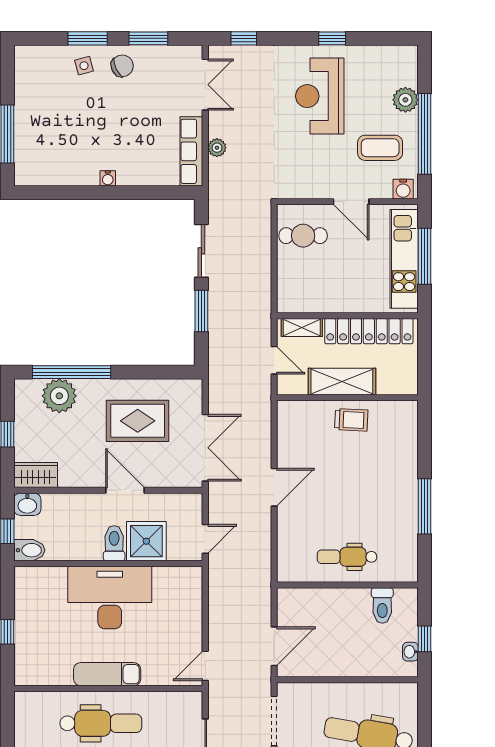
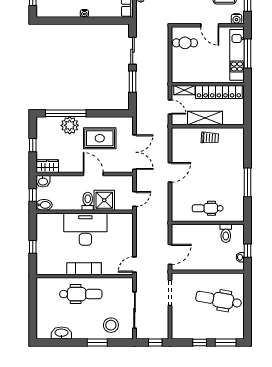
plant: (59, 396) -> (70, 125), moved

